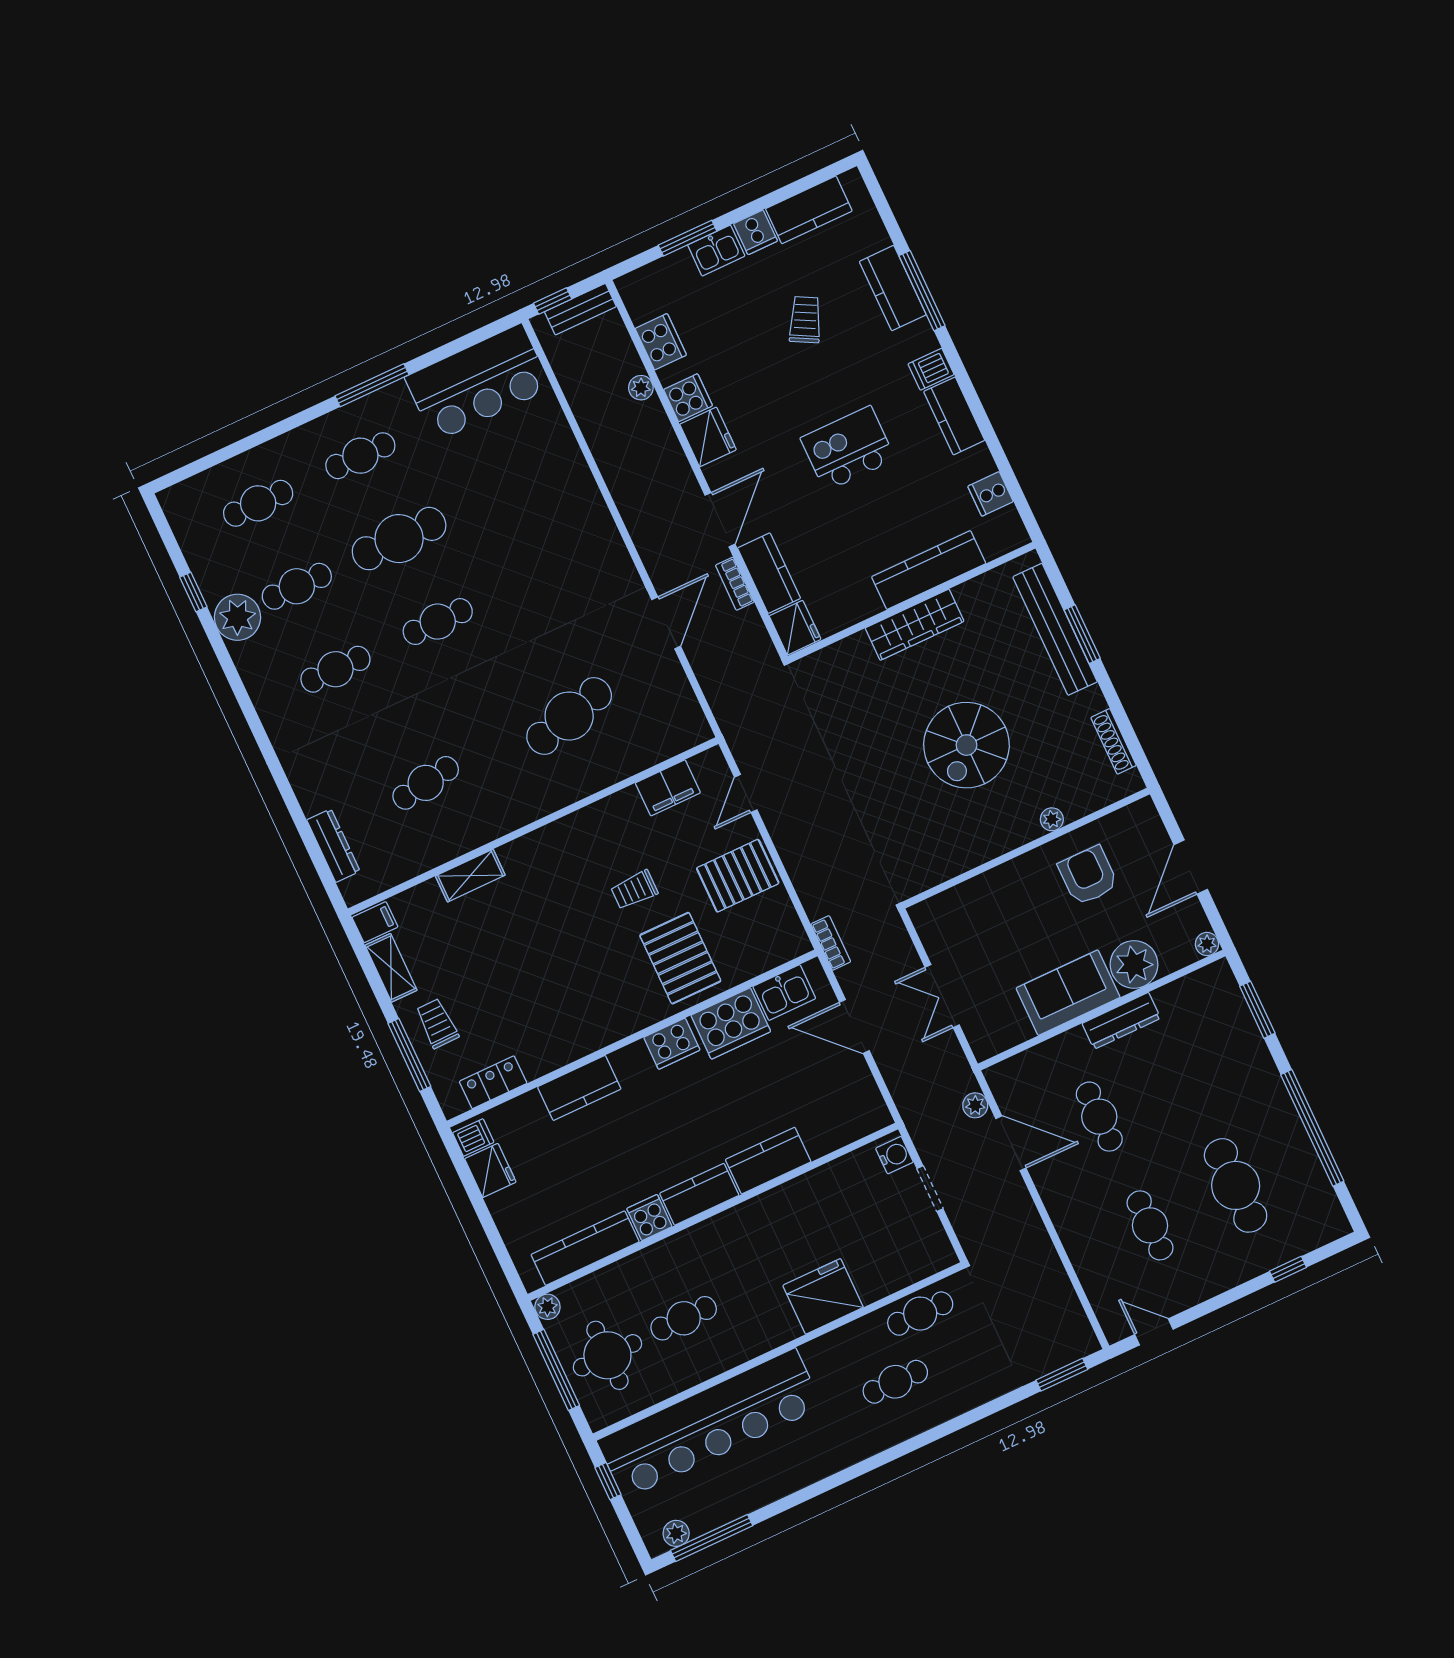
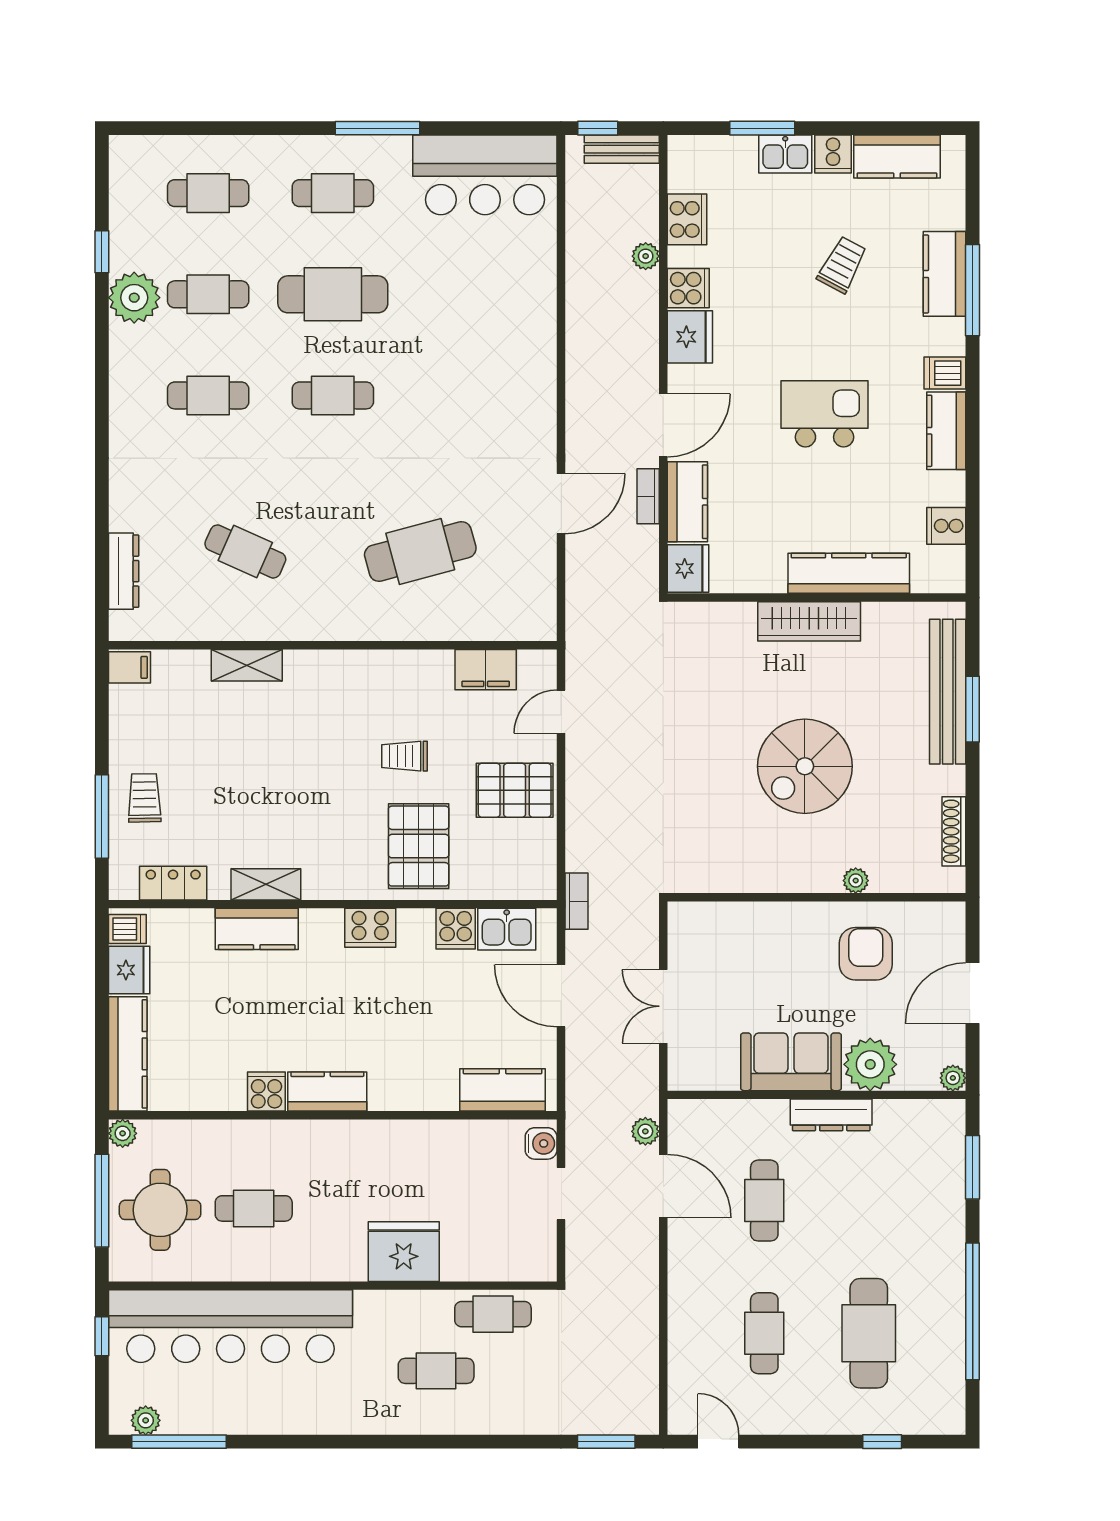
cafe table: (426, 783) -> (245, 552), turned 33
shelving: (391, 968) -> (266, 884), moved, turned 90
cooker: (731, 1023) -> (456, 929), width x0.53, depth x0.76
kitchen counter: (768, 1161) -> (502, 1090), moved
kitchen counter: (585, 1248) -> (128, 1054), moved, turned 90

